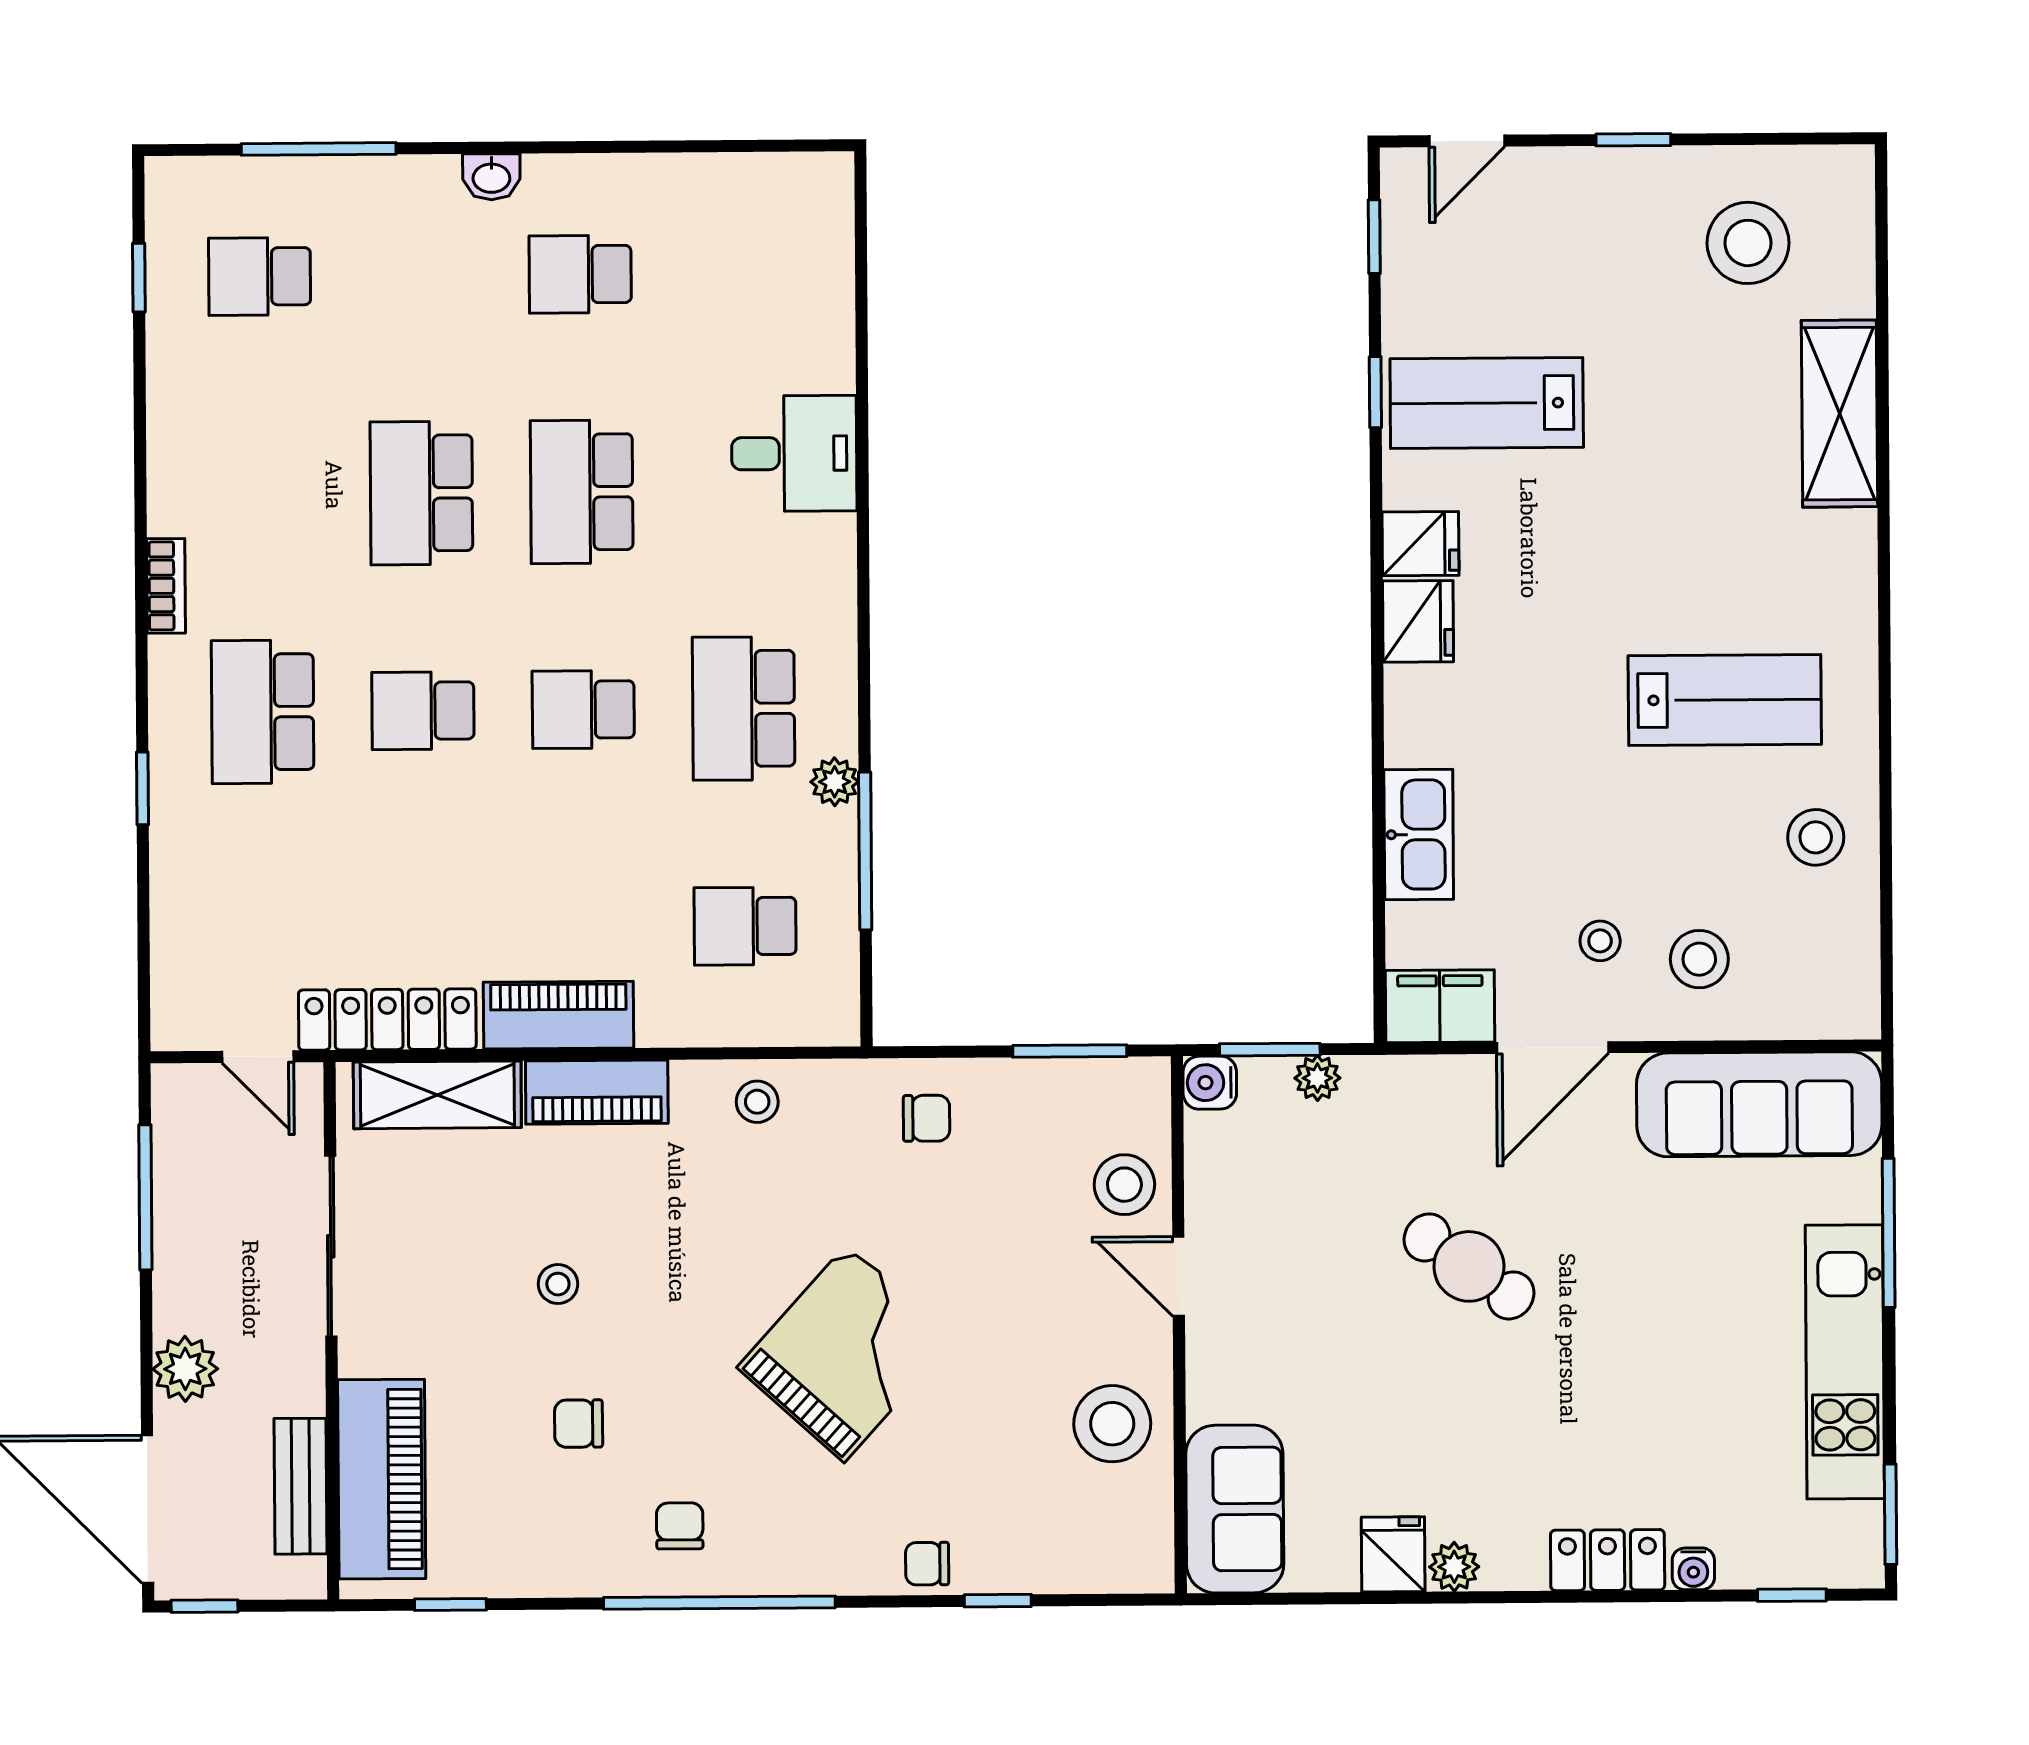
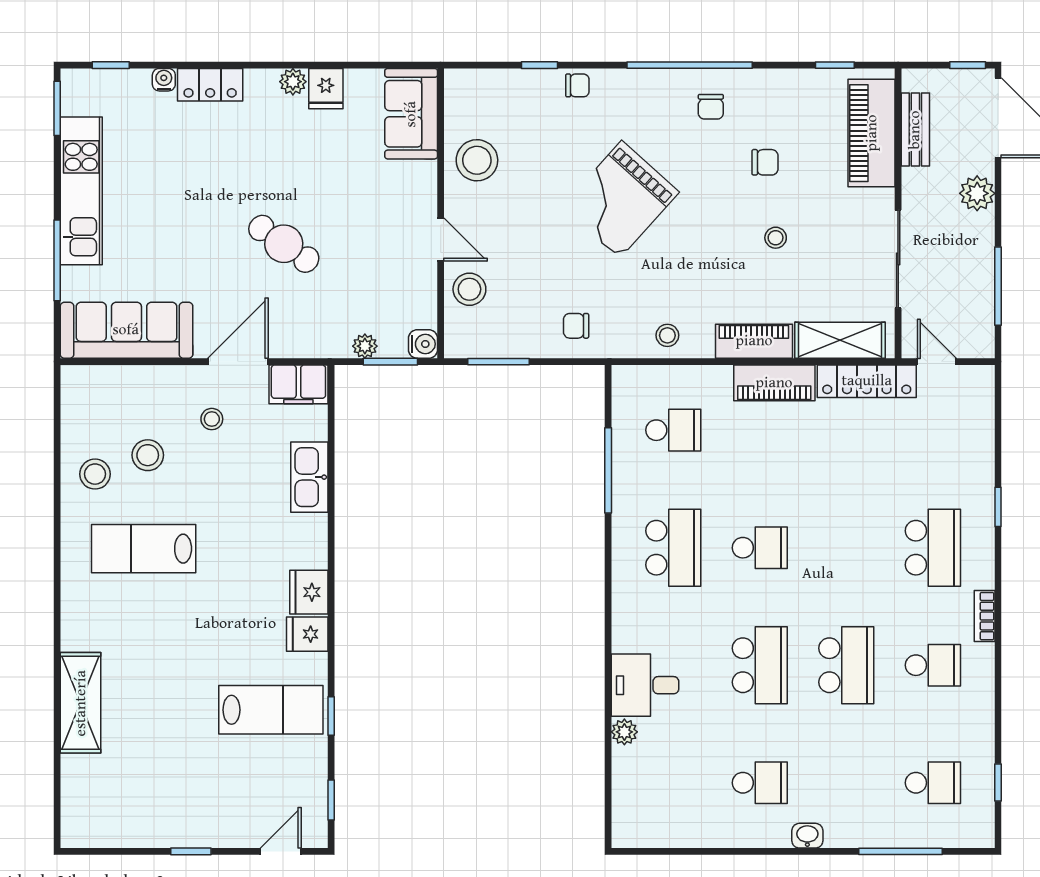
stool: (1748, 243) -> (129, 795), removed
school desk: (423, 711) -> (933, 665), moved
plant: (835, 782) -> (624, 732), moved
stool: (1699, 959) -> (148, 455), moved

